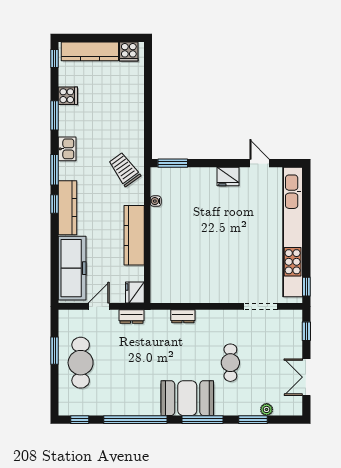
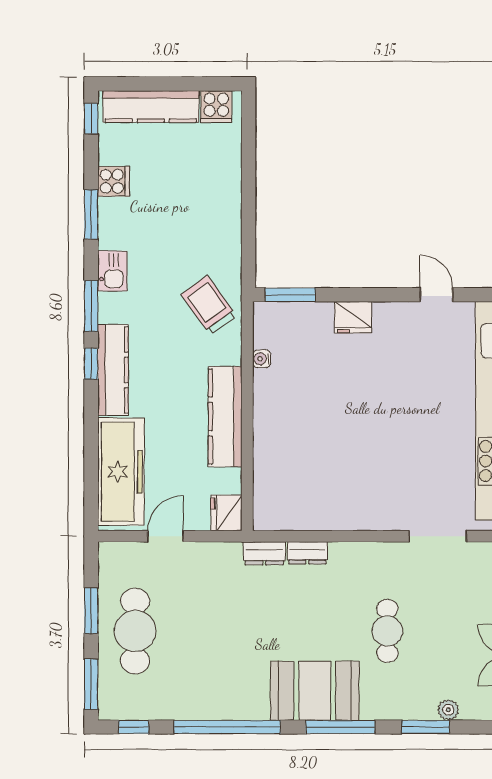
fridge: (228, 176) -> (353, 317), moved
dresser: (131, 317) -> (264, 553), moved
window: (55, 394) -> (91, 684), added

